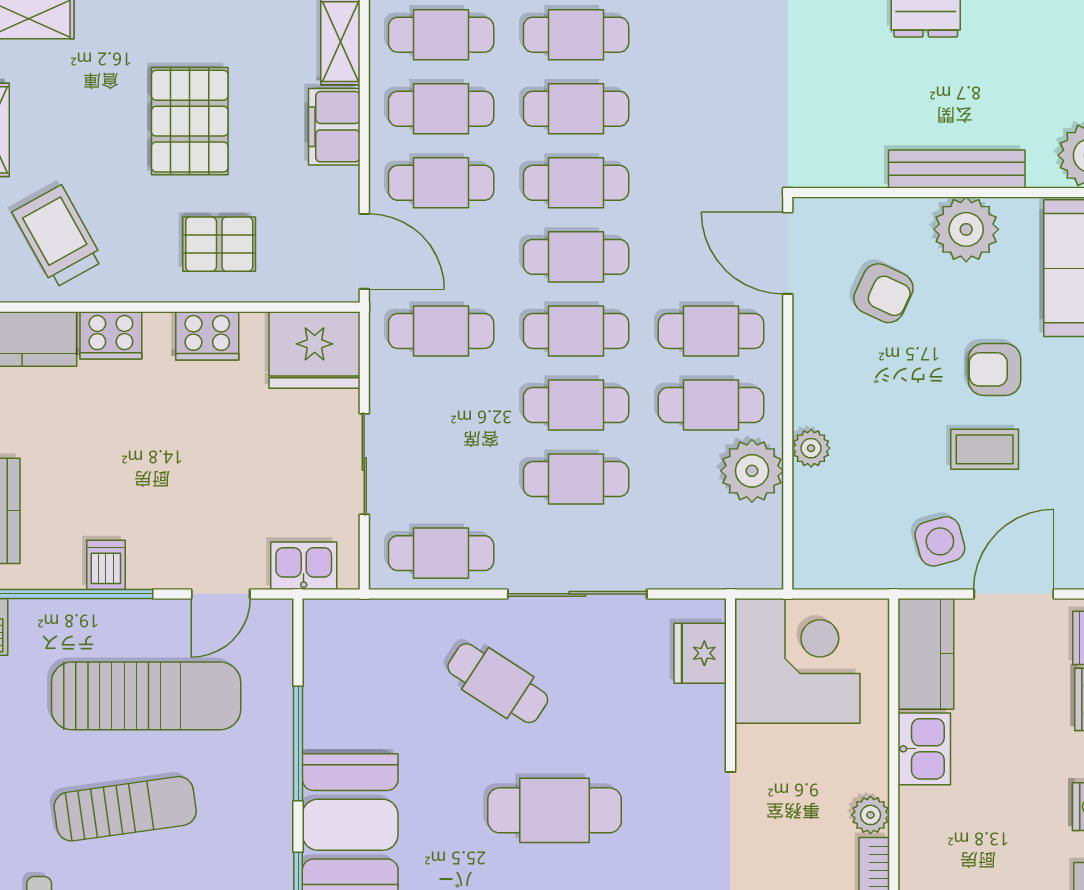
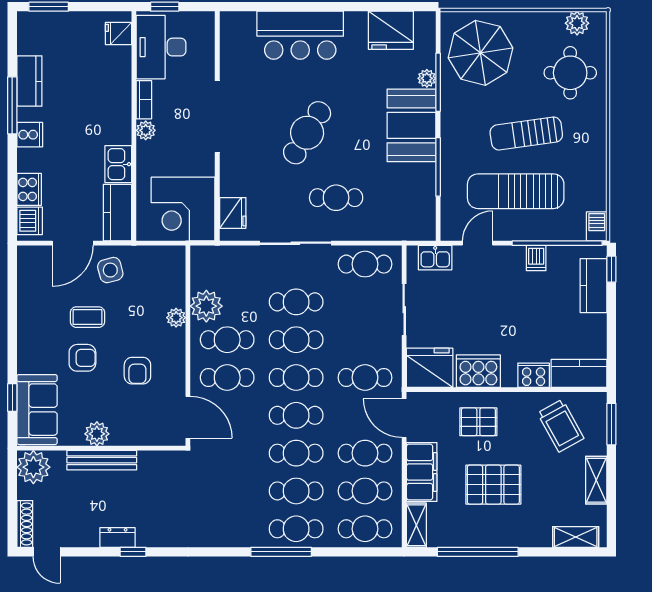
pallet: (190, 121) -> (493, 485), turned 90
filing cabinet: (334, 127) -> (422, 472), width x1.50, depth x1.17
plant: (966, 229) -> (97, 434), width x0.73, depth x0.73
armchair: (884, 293) -> (137, 371), moved, turned -115
cooker: (207, 336) -> (478, 371), width x1.37, depth x1.31
cafe table: (498, 683) -> (336, 198), turned -33
cafe table: (555, 810) -> (307, 133), turned -59

